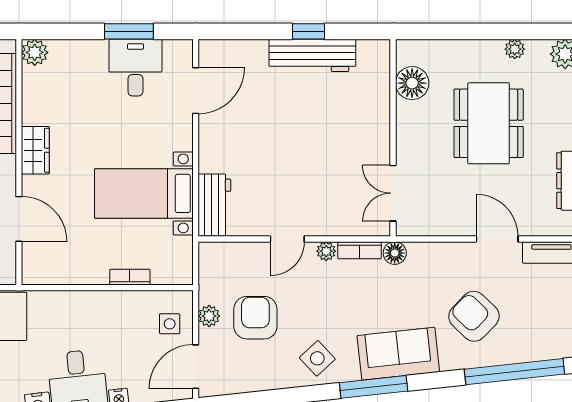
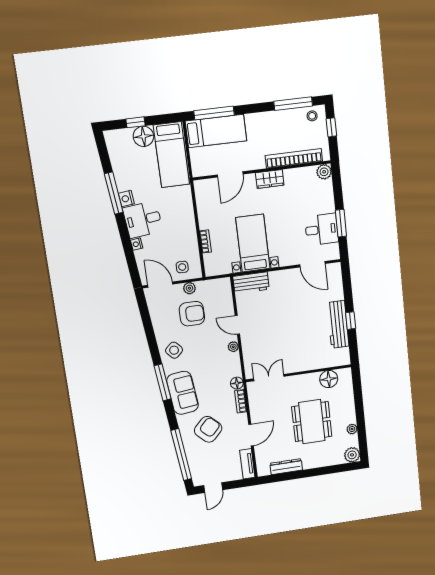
dining table: (489, 123) -> (312, 422), turned 90
bookcase: (360, 250) -> (241, 401), moved

